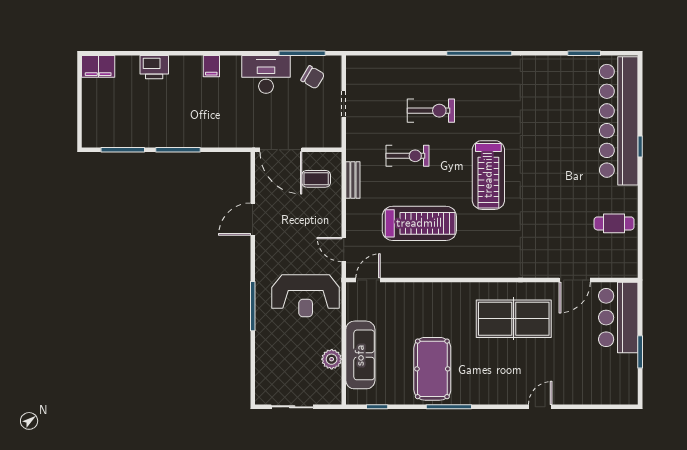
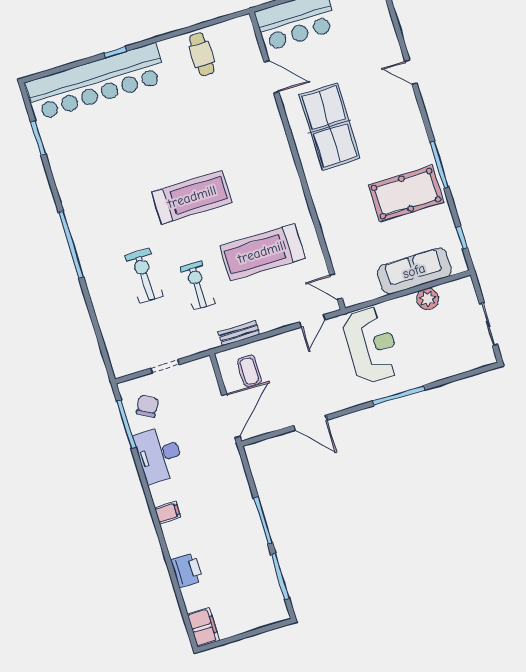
treadmill: (419, 223) -> (262, 252), turned -90

